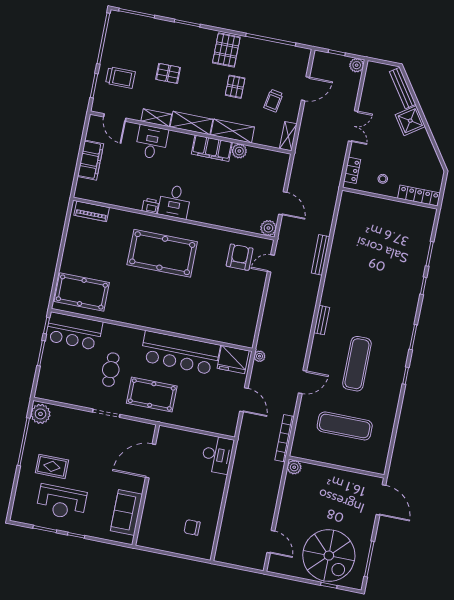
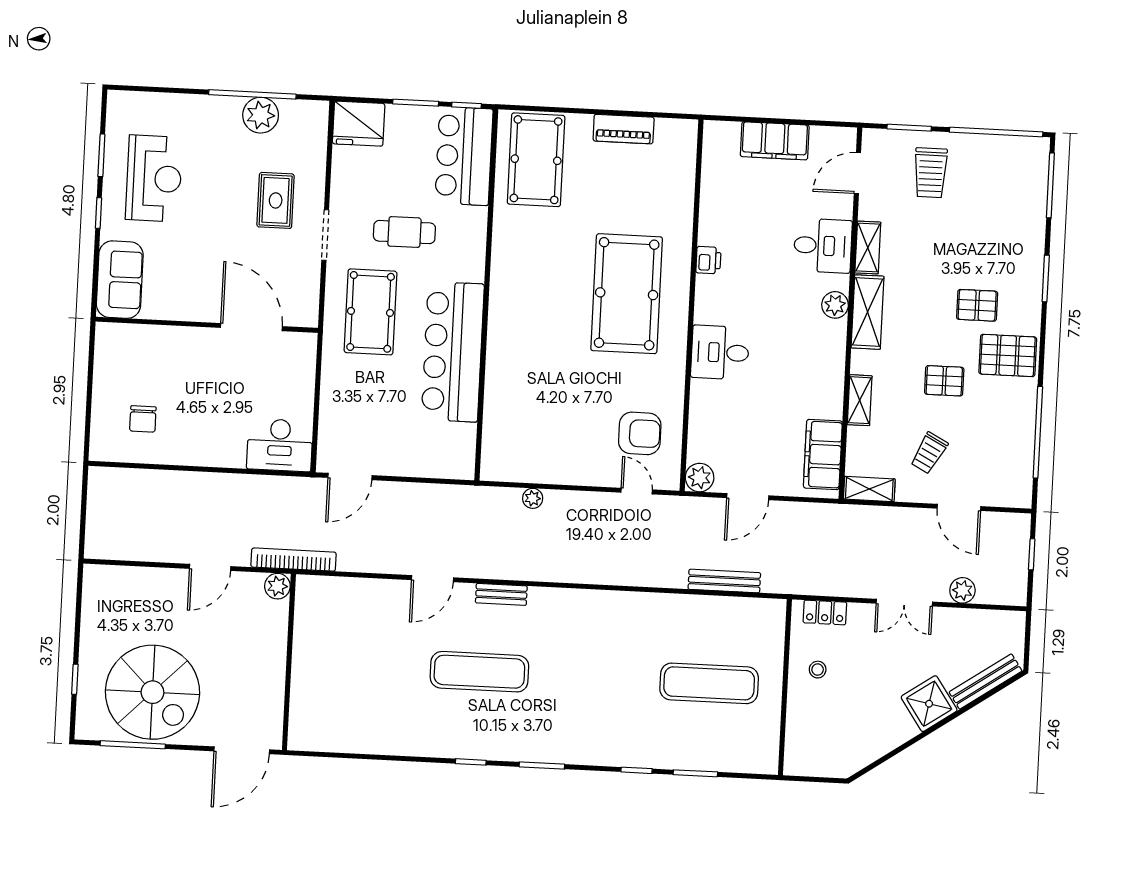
plant: (357, 65) -> (962, 590), moved
pallet: (168, 73) -> (977, 305), moved, turned 90
trolley: (273, 101) -> (929, 453), turned -72
shelving: (233, 131) -> (860, 400), width x0.67, depth x0.75
filing cabinet: (212, 148) -> (823, 455), moved
plant: (239, 151) -> (835, 305), moved
locker: (419, 196) -> (797, 739), removed
desk: (175, 202) -> (720, 352), moved
piano: (92, 211) -> (624, 129), moved, turned -90
bench: (321, 255) -> (724, 581), moved
bench: (322, 320) -> (501, 594), moved
plant: (260, 356) -> (533, 498), moved
fridge: (233, 359) -> (359, 124), moved, turned -90
door: (302, 382) -> (432, 579), hinge flipped
door: (244, 400) -> (350, 477), moved
plant: (40, 414) -> (261, 115), moved
exercise mat: (345, 426) -> (709, 683), moved, turned 90
bookcase: (285, 438) -> (294, 560), moved
rug: (52, 466) -> (276, 200), moved
reception desk: (62, 502) -> (154, 178), turned 180
sofa: (126, 512) -> (120, 280), moved, turned 90
chair: (192, 527) -> (143, 419), turned 180
door: (271, 542) -> (210, 567), moved
spiral stairs: (329, 556) -> (152, 692), moved, turned -90

